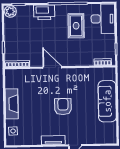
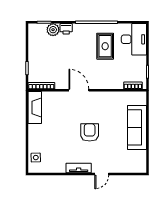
plant: (10, 11) -> (53, 30), moved
printer: (44, 12) -> (66, 29), width x0.53, depth x0.68
fireplace: (12, 104) -> (35, 108), moved

